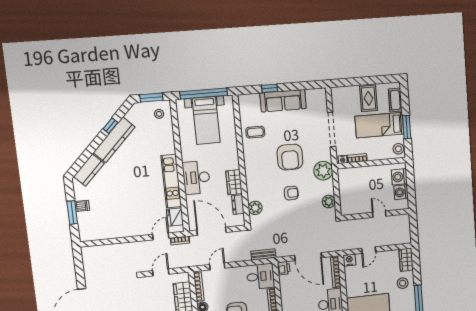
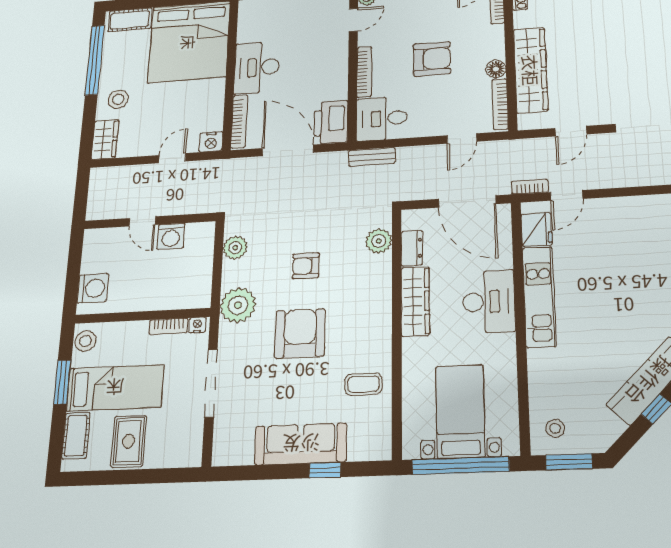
wardrobe: (234, 182) -> (415, 301), width x1.50
washing machine: (401, 192) -> (171, 236), moved, turned 90
printer: (284, 268) -> (331, 122), width x1.87, depth x1.48

